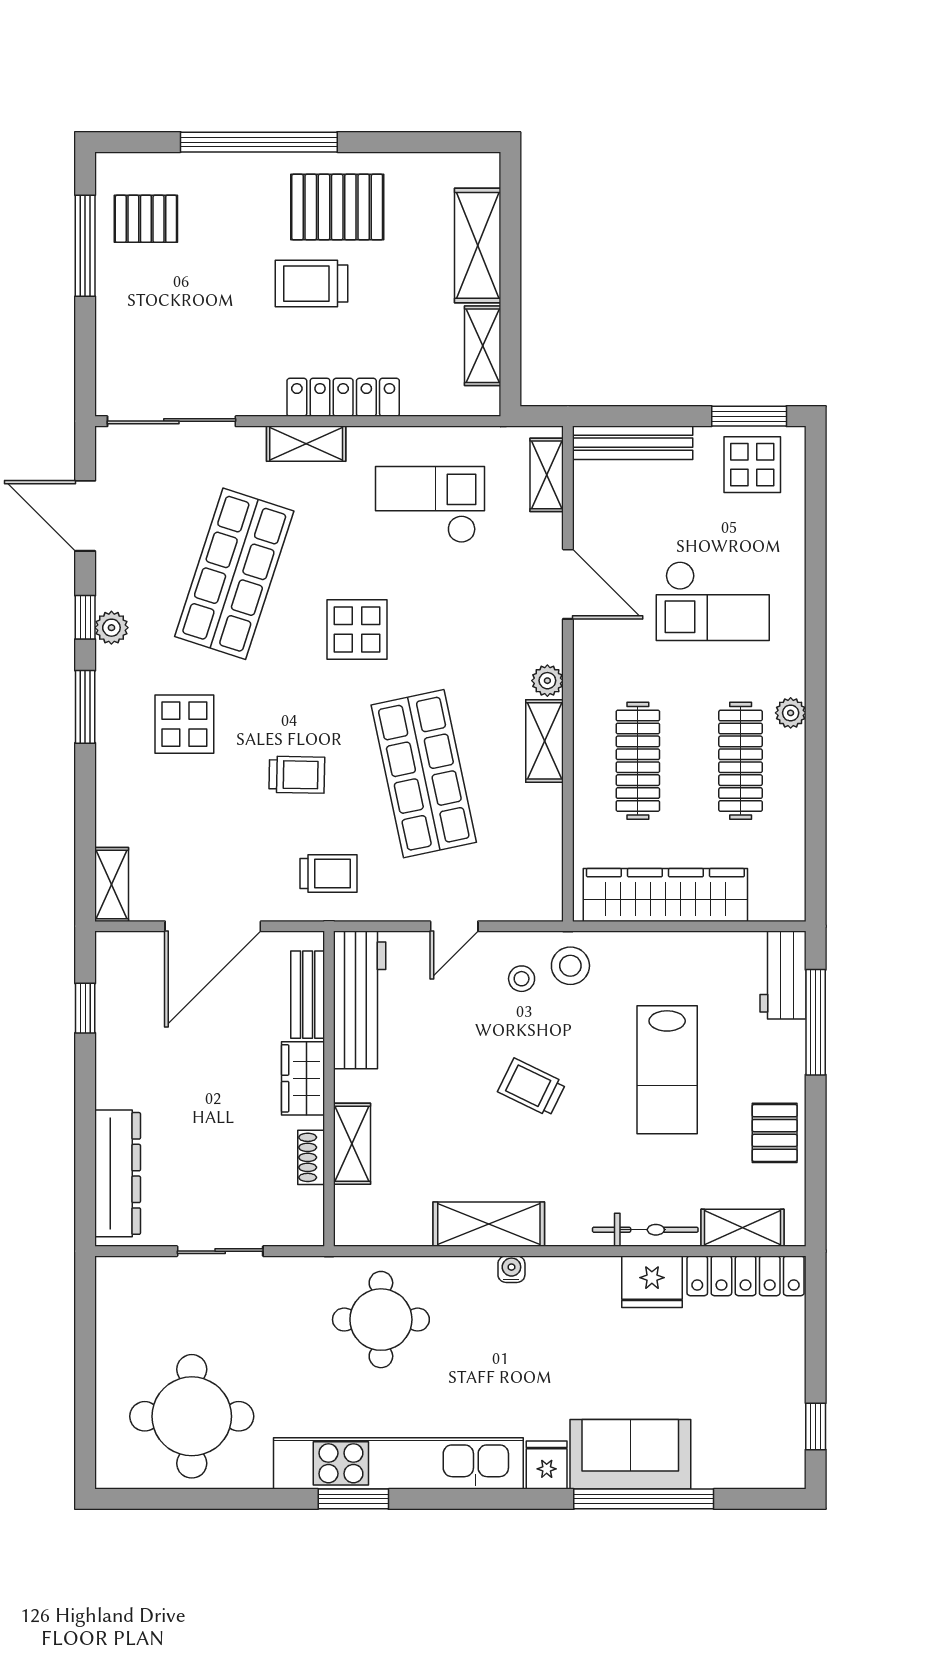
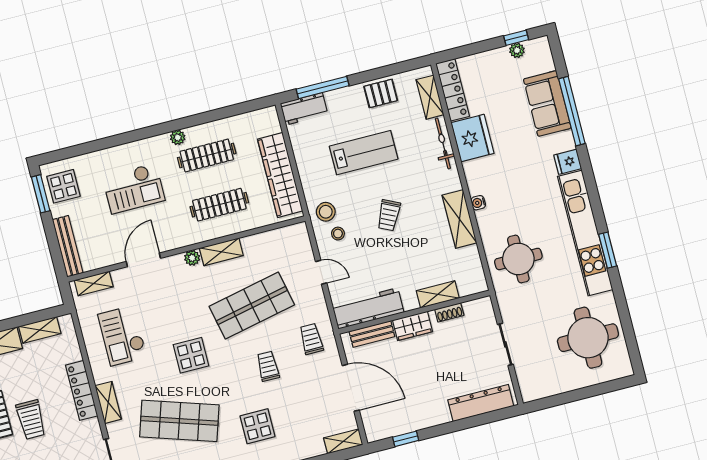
checkout: (713, 601) -> (134, 188), turned 90
fridge: (652, 1282) -> (472, 138), width x1.36, depth x1.34
plant: (791, 1422) -> (517, 50), added
sofa: (630, 1454) -> (547, 104), moved

